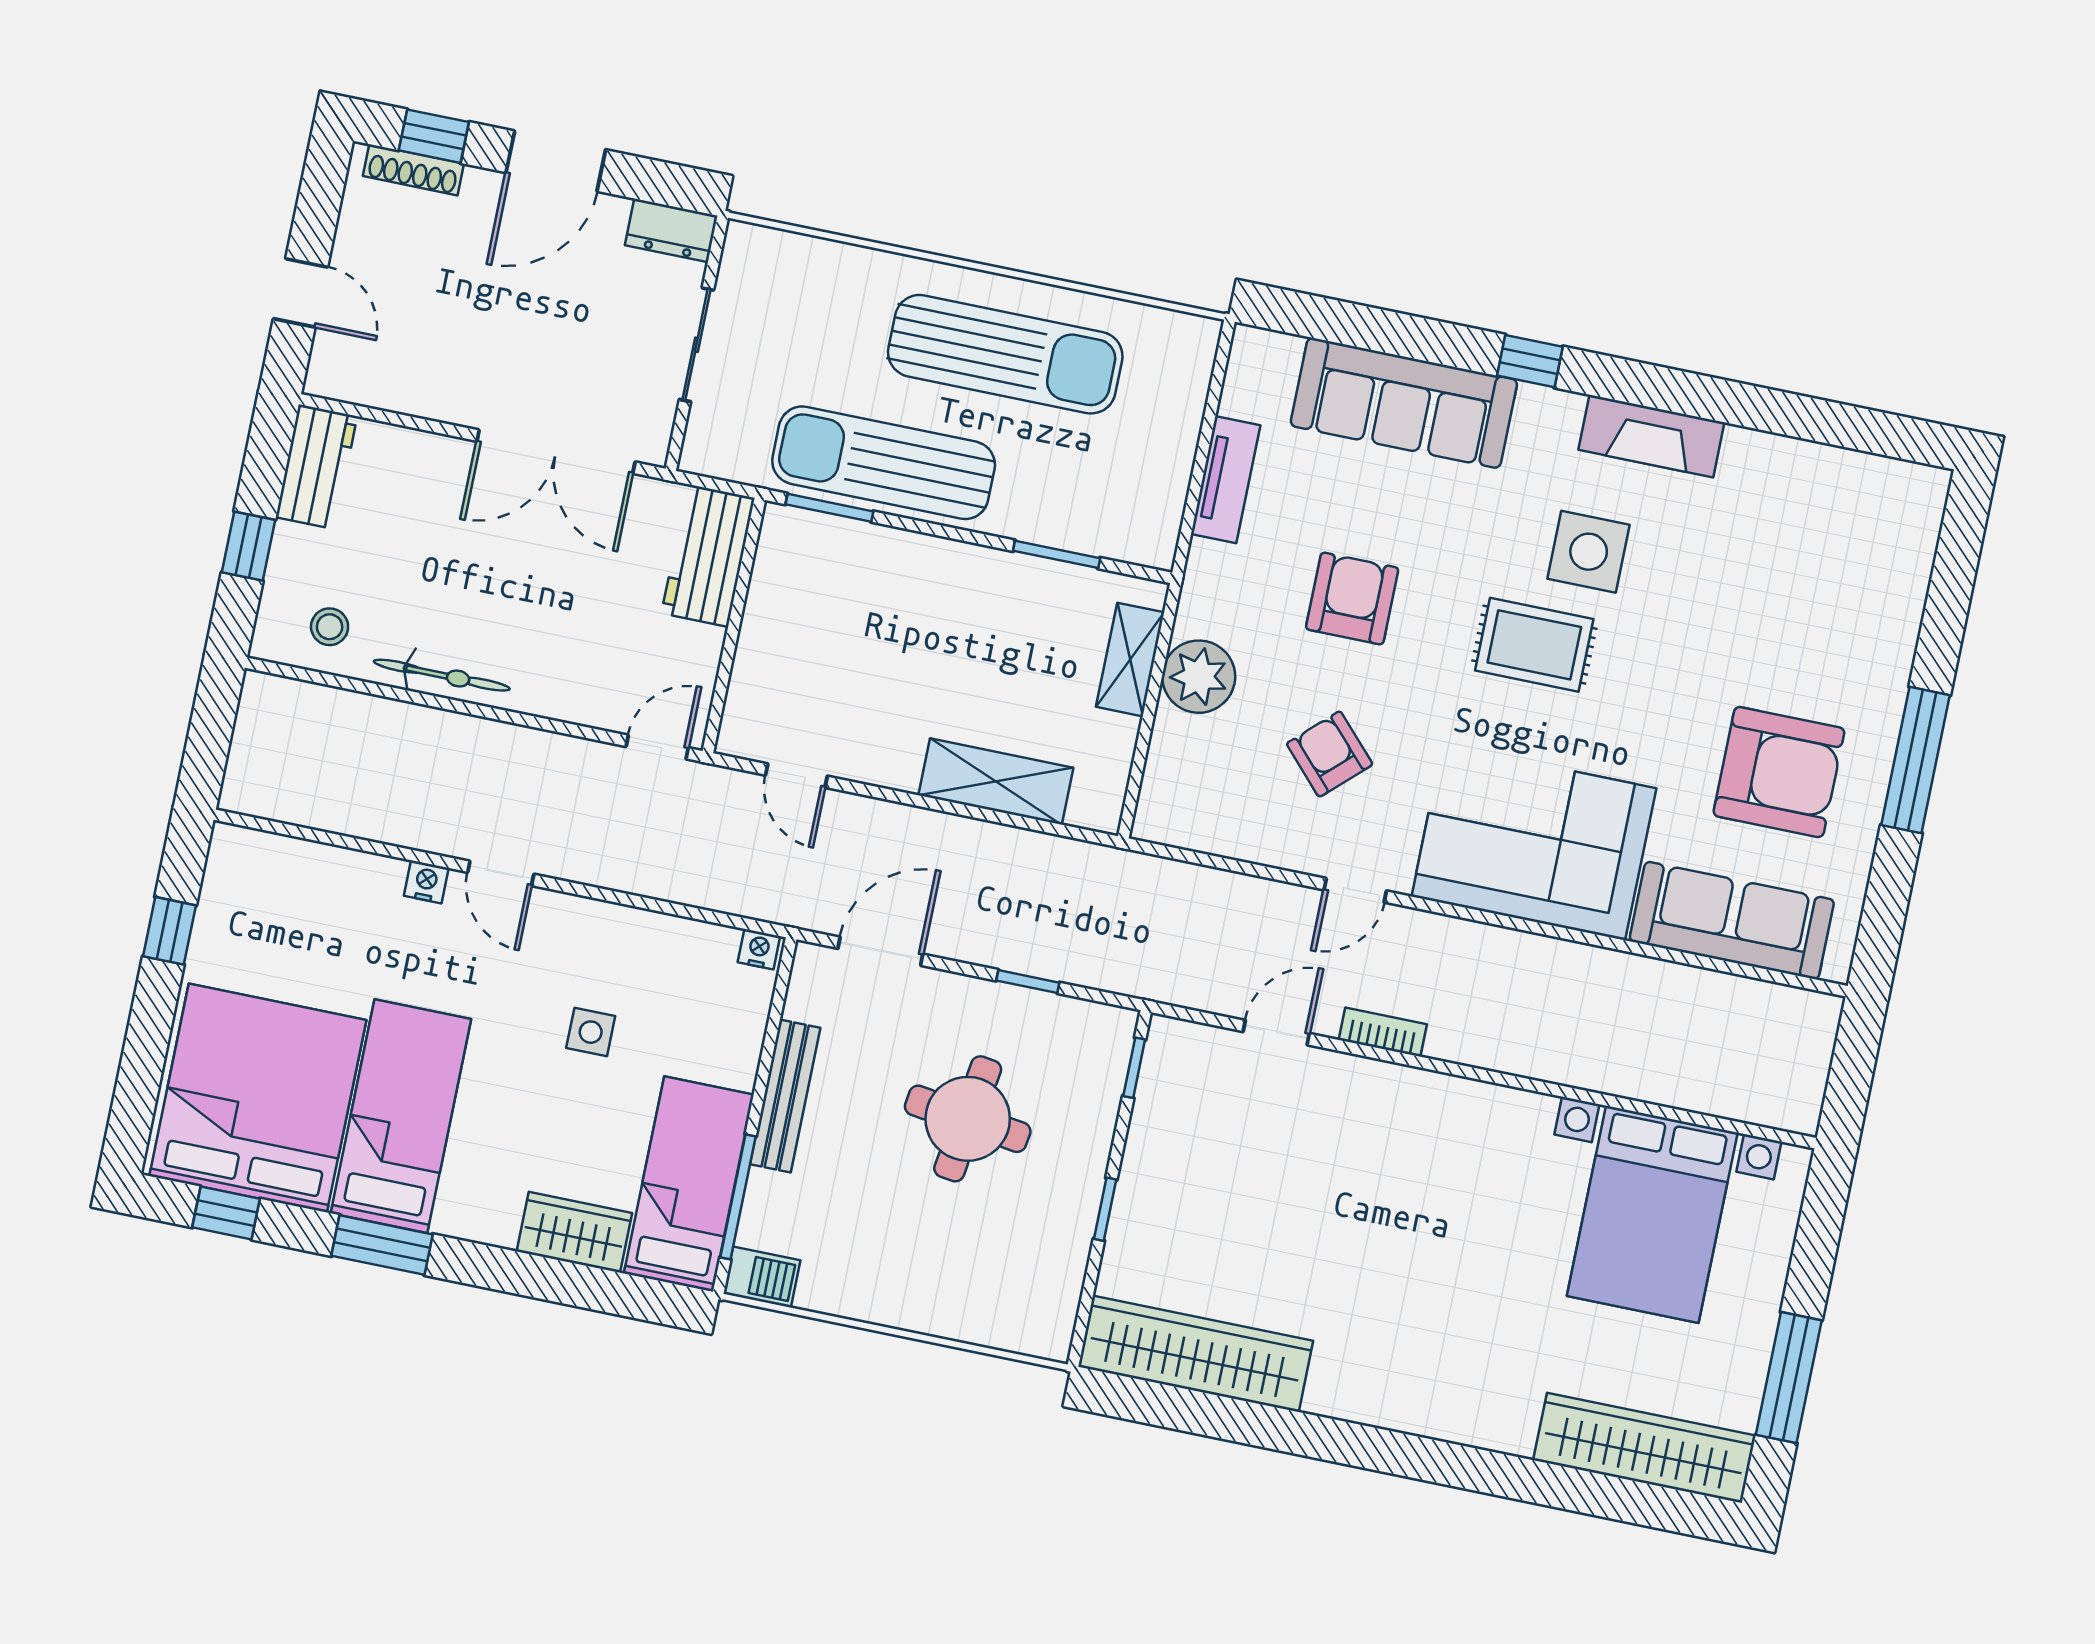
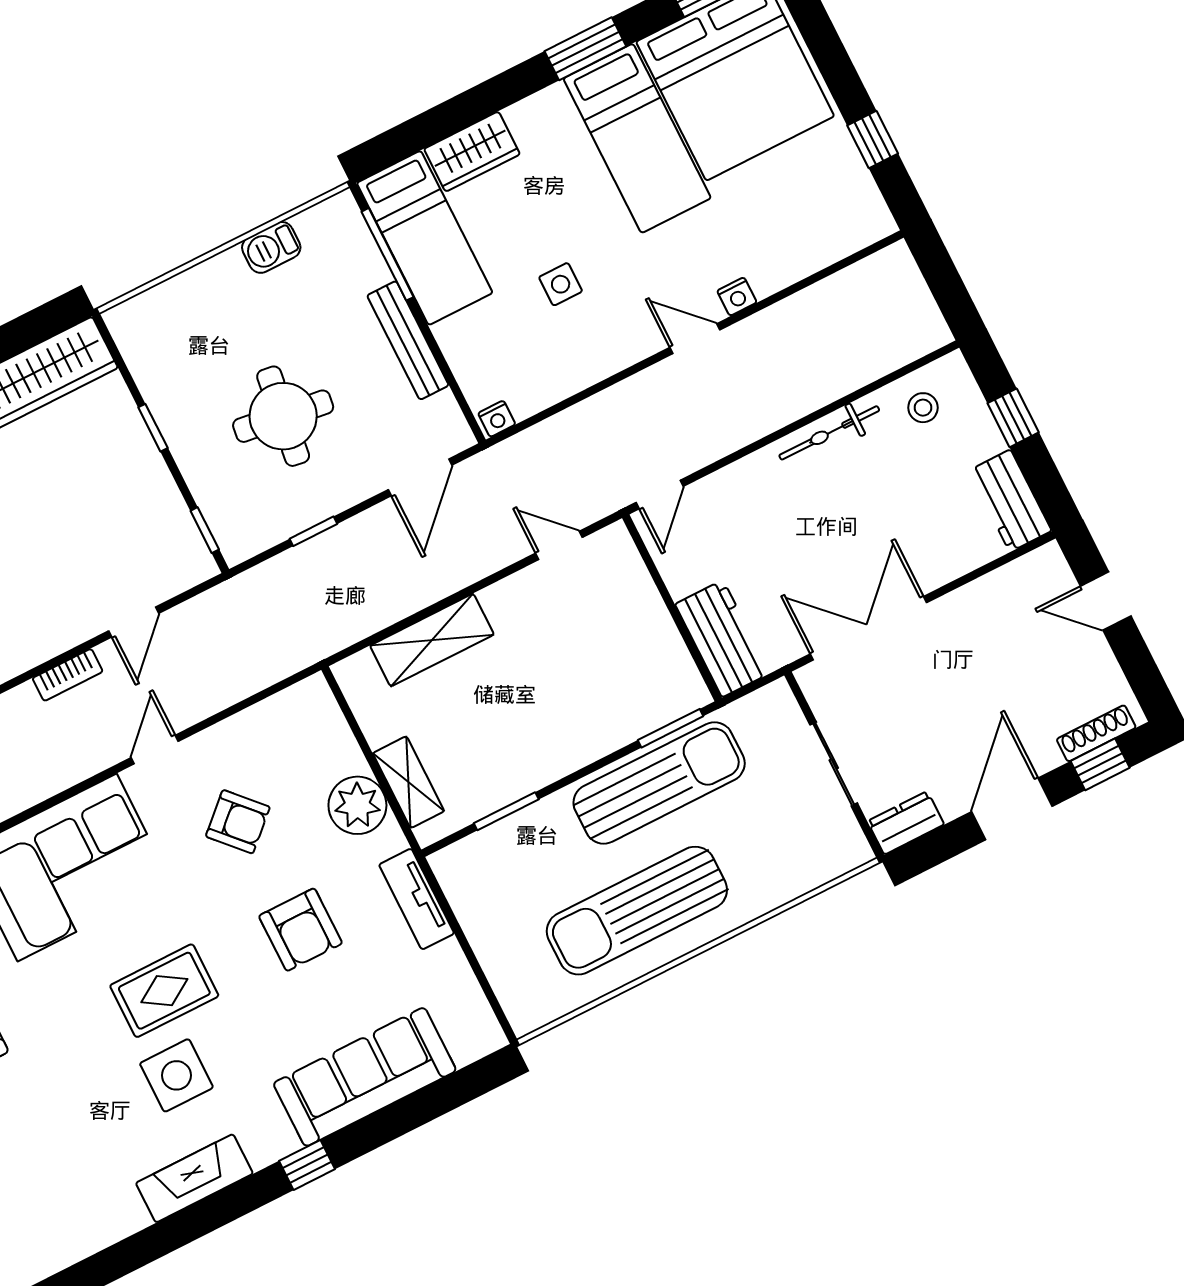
tv unit: (1226, 480) -> (417, 899), moved
barbecue: (762, 1277) -> (271, 247), moved

